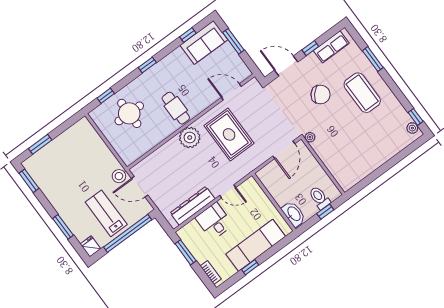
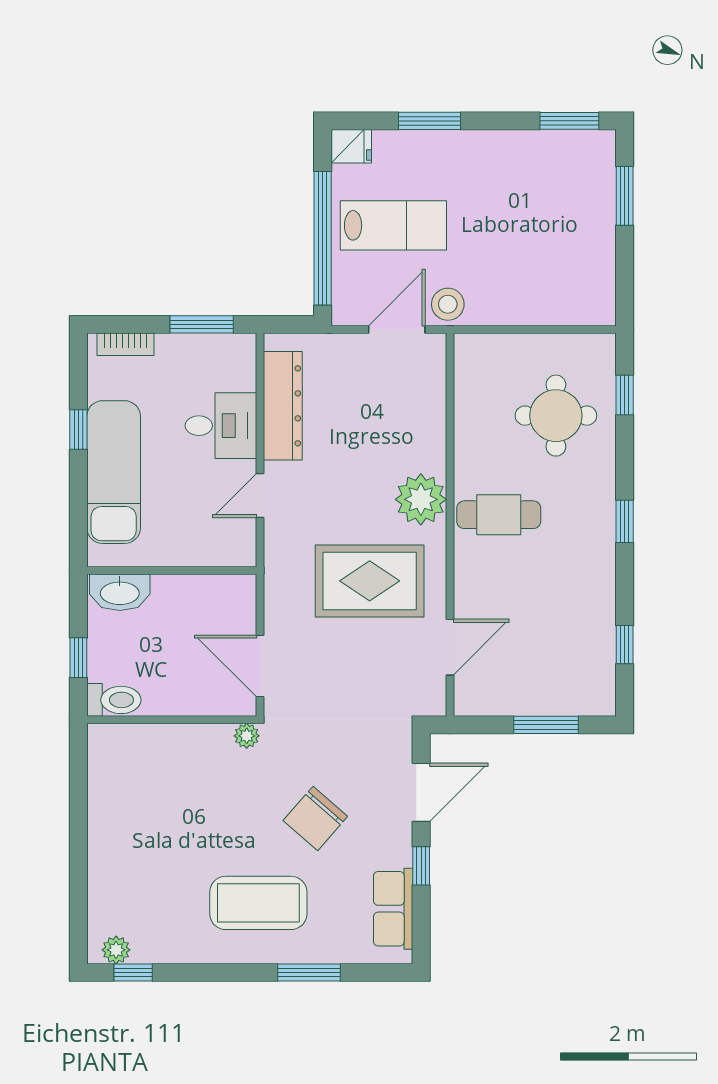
sofa: (204, 42) -> (587, 665), removed
toilet: (319, 198) -> (114, 700), moved

